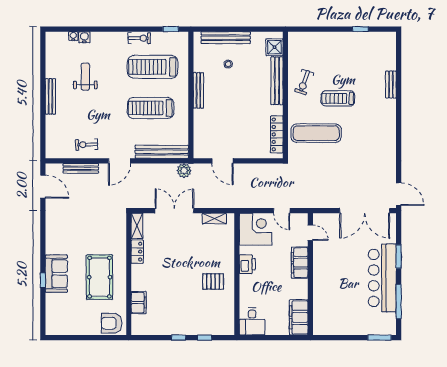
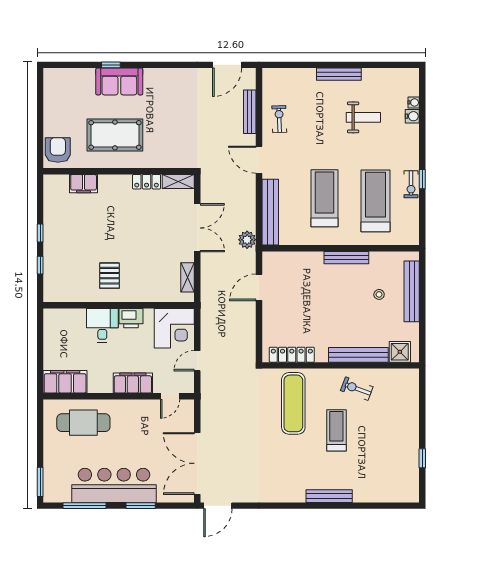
window: (171, 29) -> (422, 179), moved
bench: (391, 85) -> (329, 496), moved, width x1.36
cafe table: (332, 303) -> (83, 423), added
desk: (252, 321) -> (102, 325), moved, turned 90

